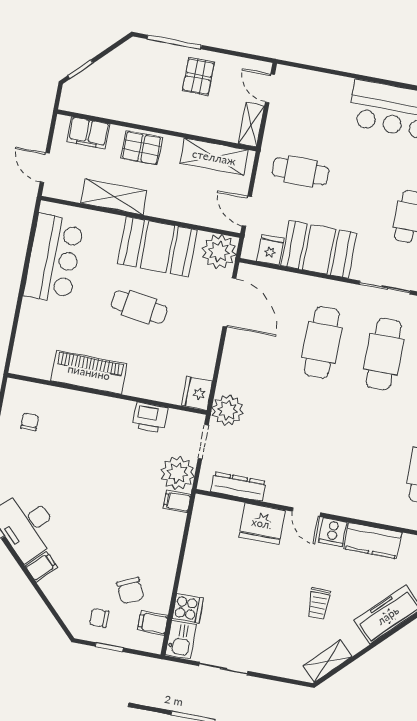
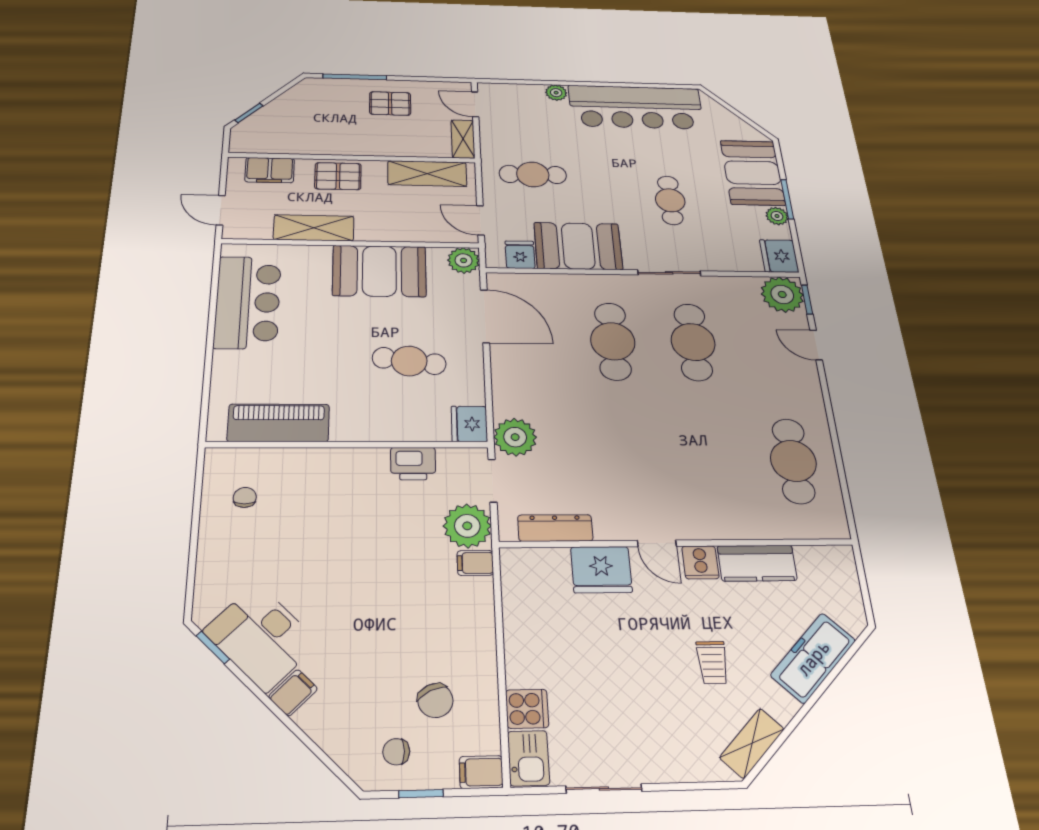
pallet: (198, 76) -> (390, 103), turned 90
plant: (343, 86) -> (556, 93), added
plant: (219, 252) -> (464, 260), width x0.73, depth x0.73
cafe table: (139, 307) -> (409, 361), moved
piano: (89, 372) -> (278, 423), moved
filing cabinet: (153, 623) -> (481, 772), moved

